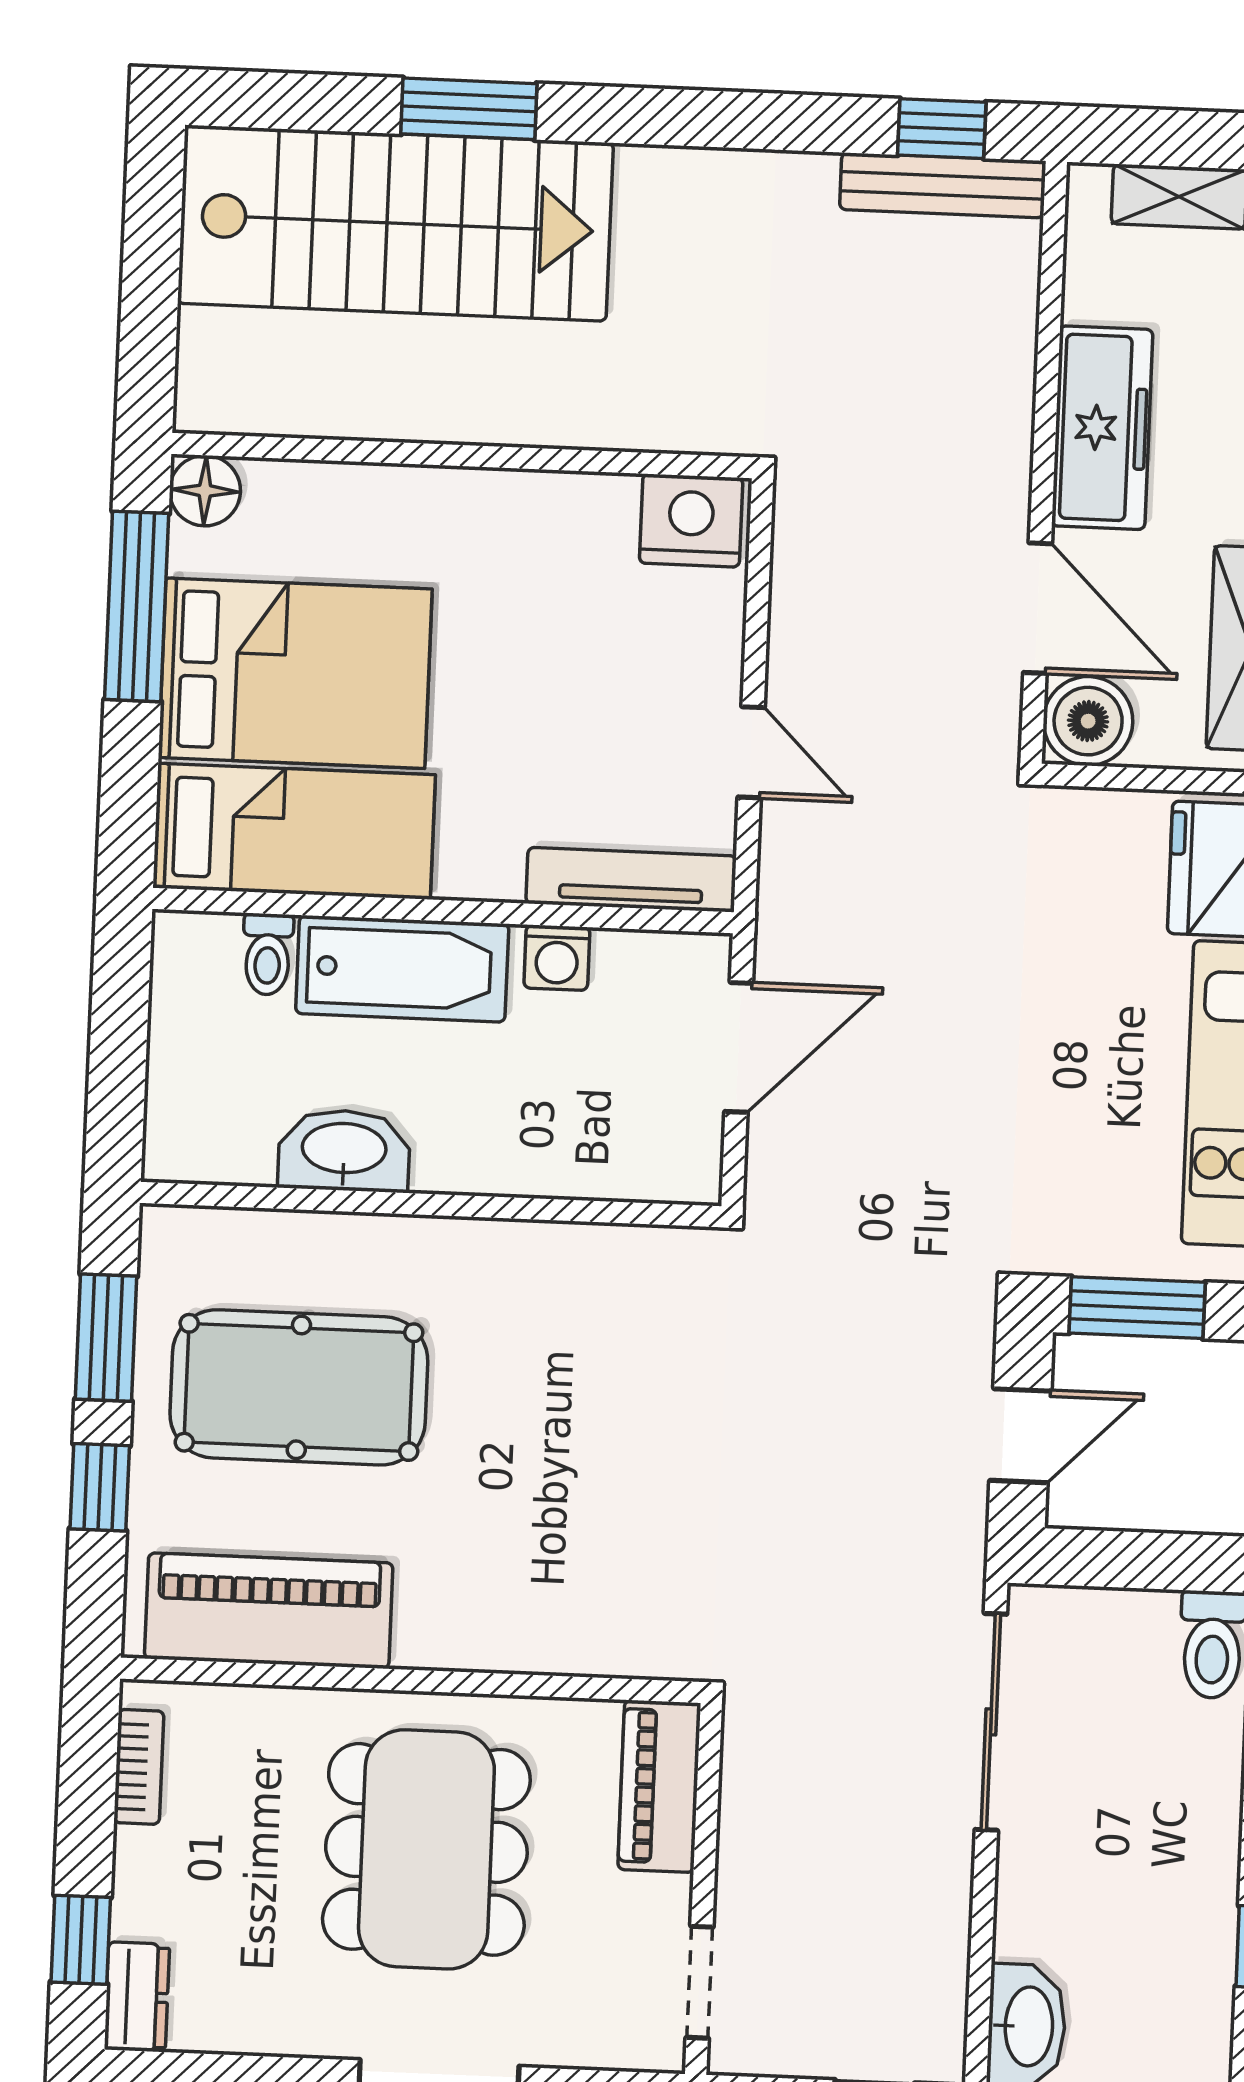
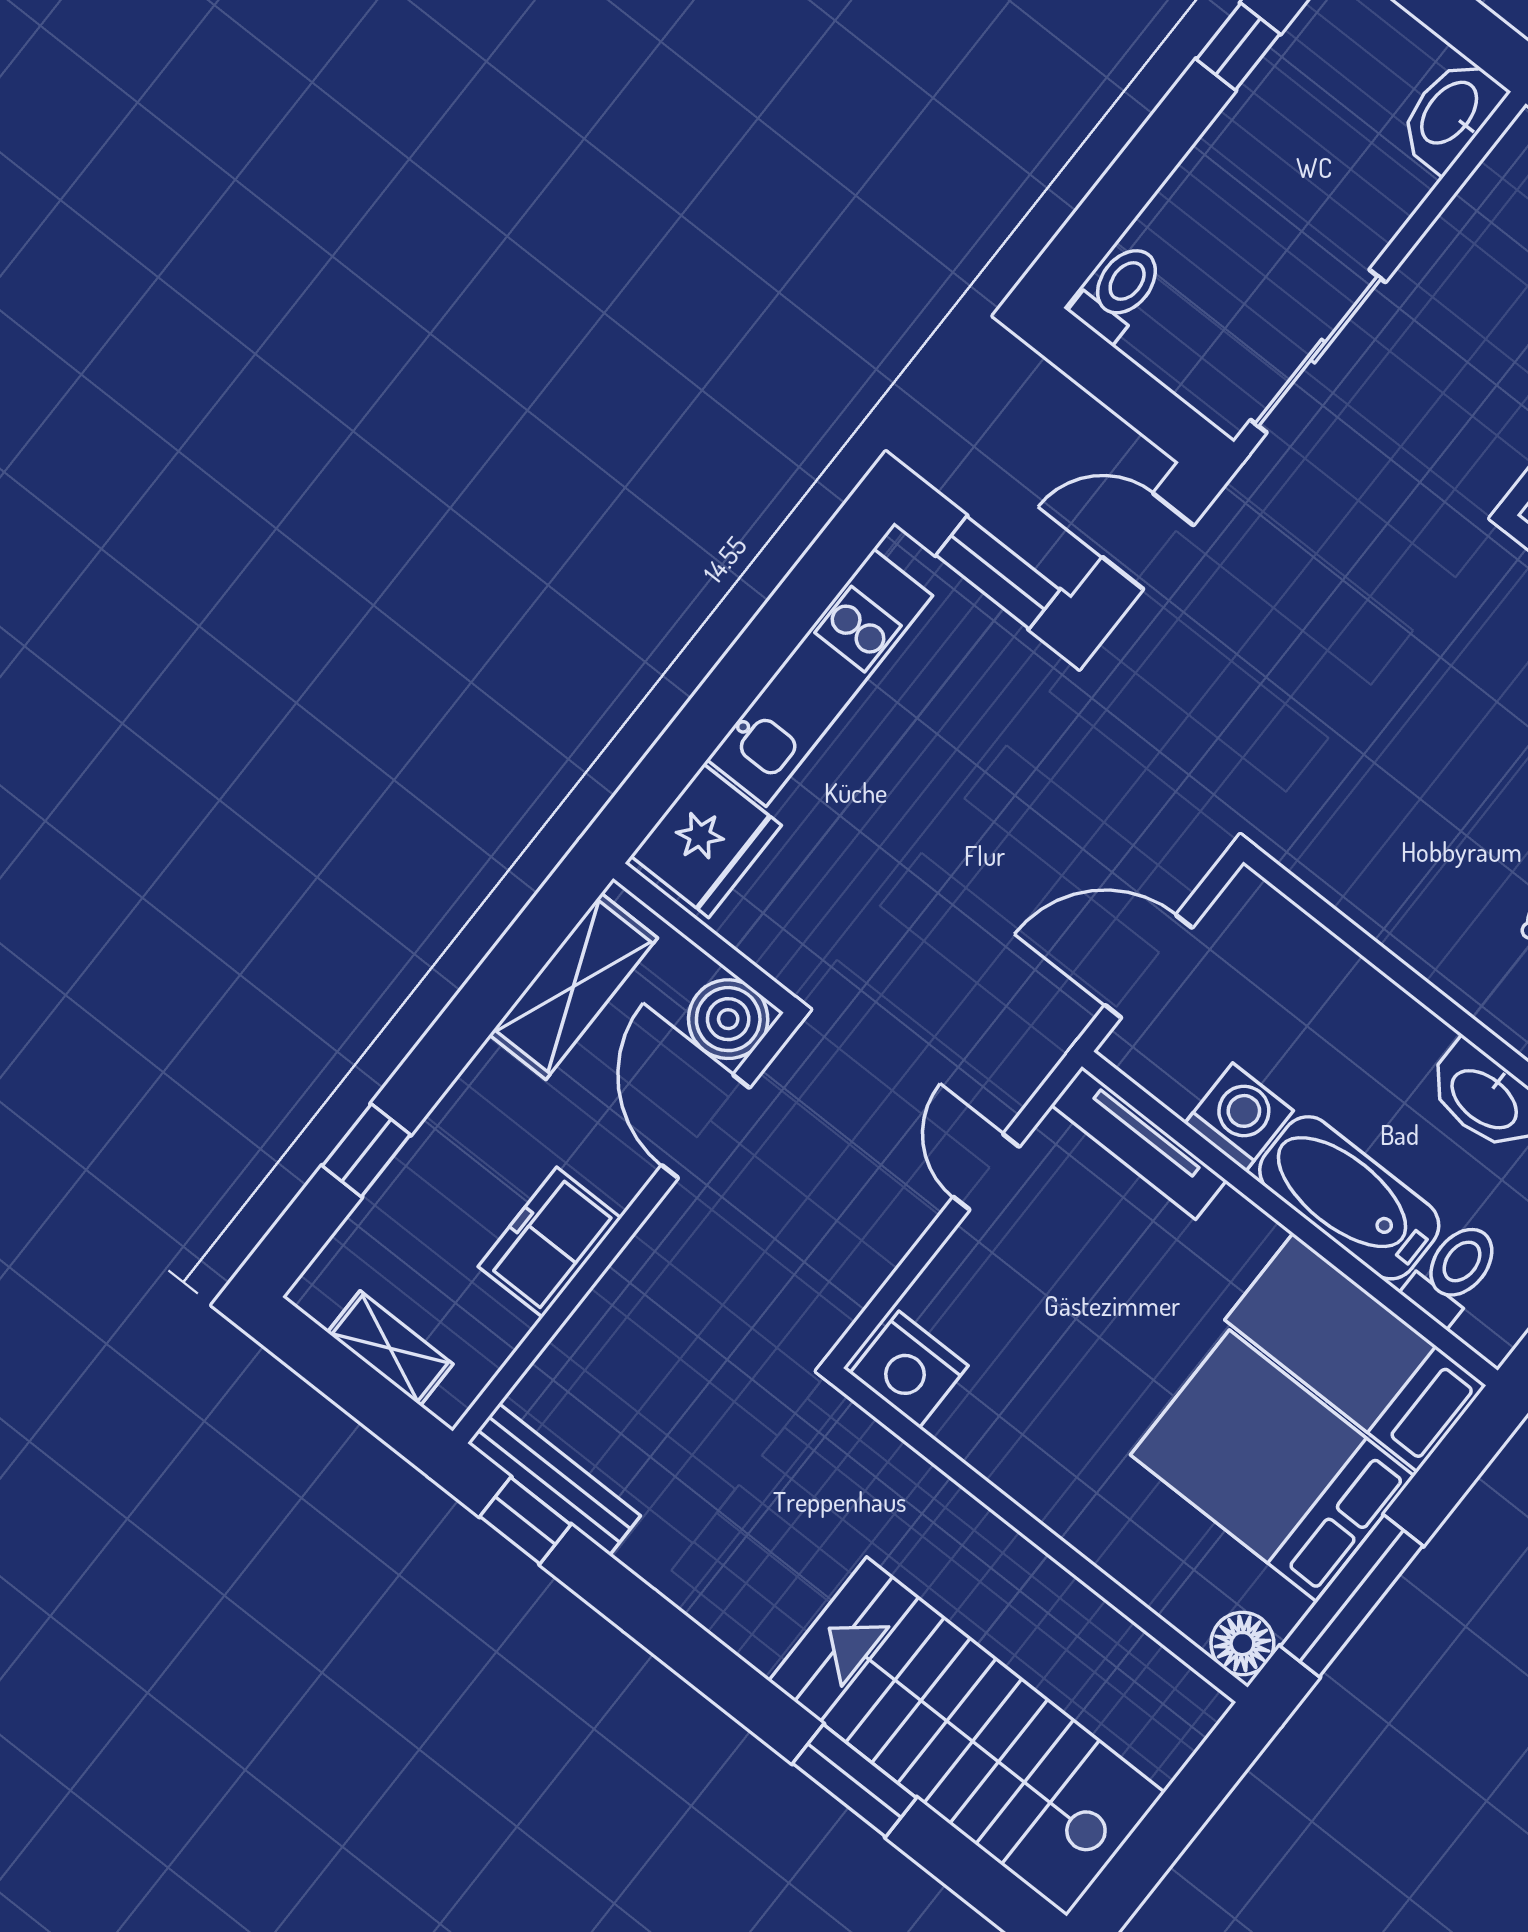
freezer: (1102, 428) -> (550, 1242), width x0.71
toilet: (268, 954) -> (1453, 1272), width x1.37, depth x1.39
washing machine: (557, 958) -> (1239, 1117), width x1.38, depth x1.38

